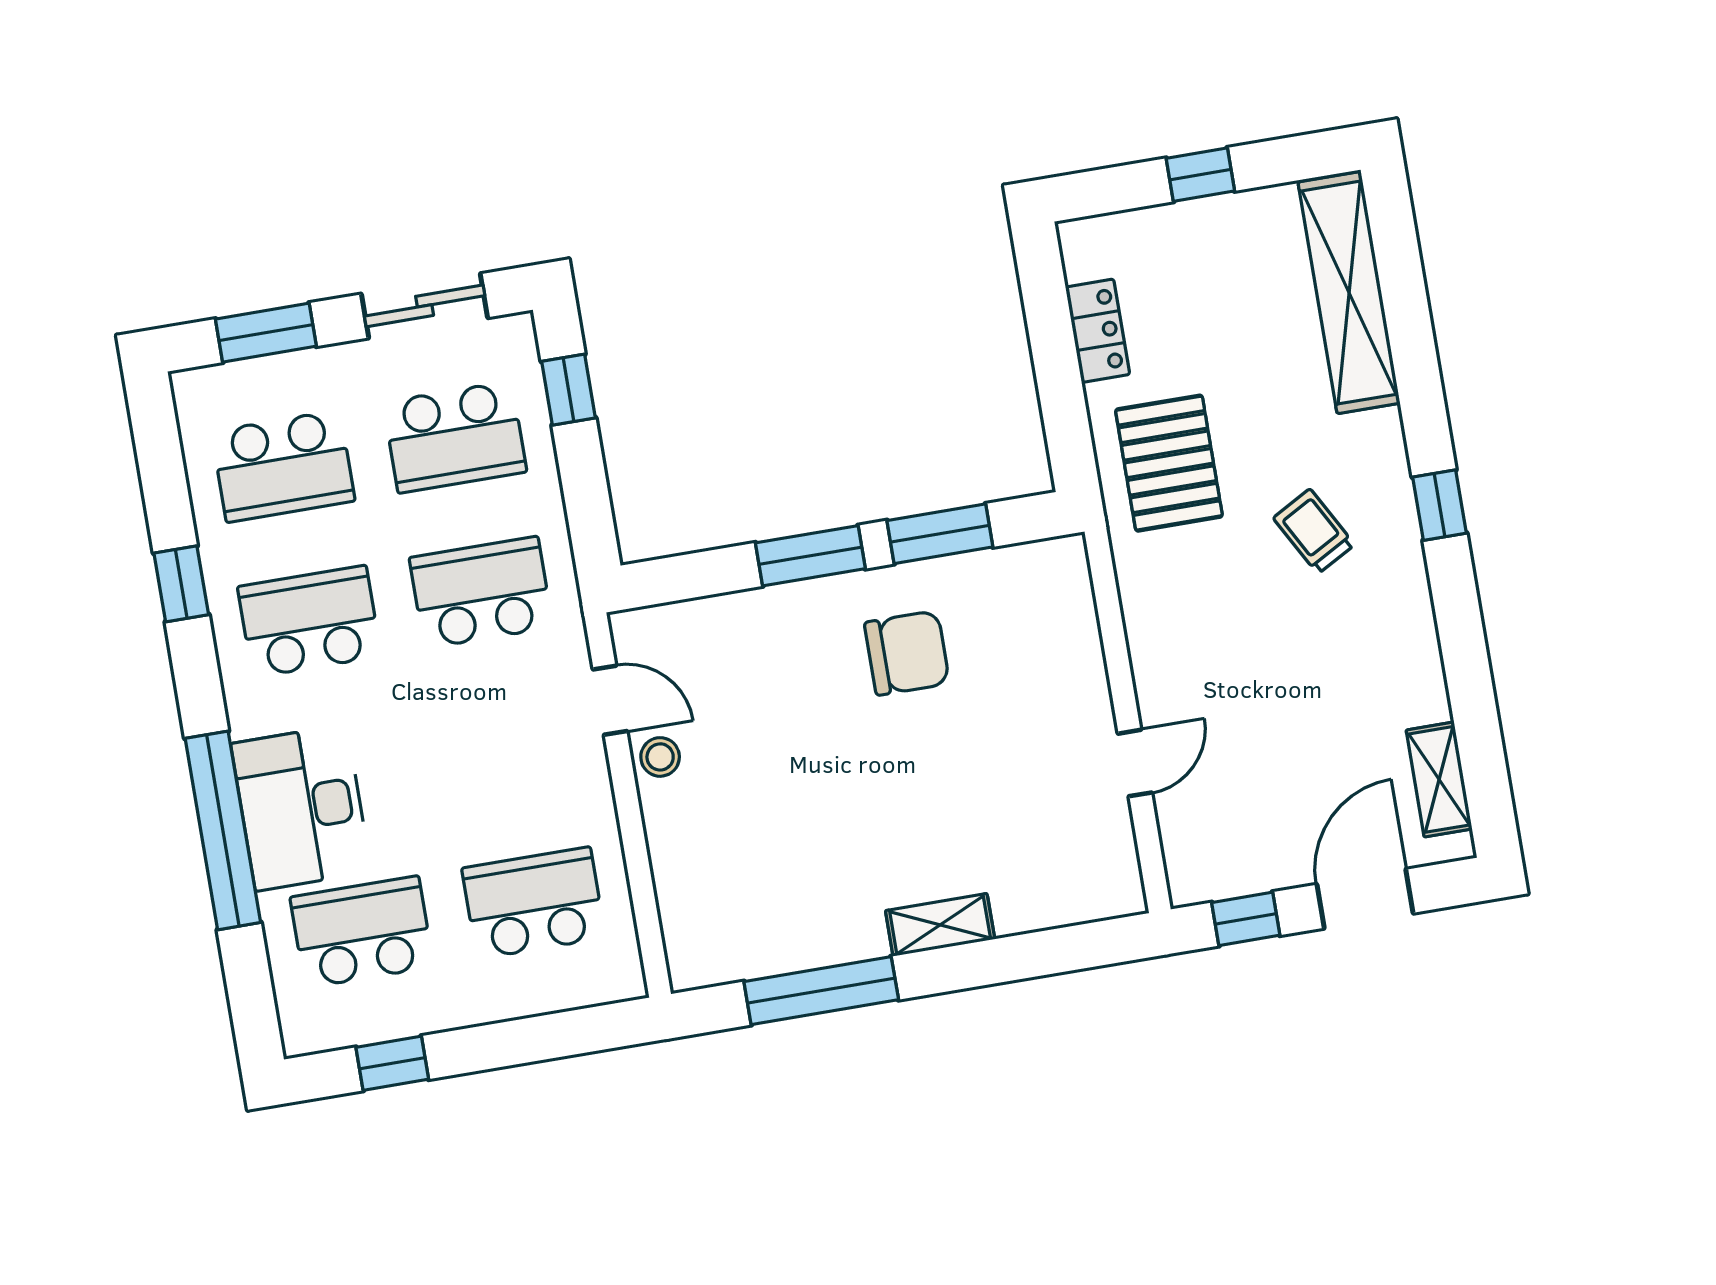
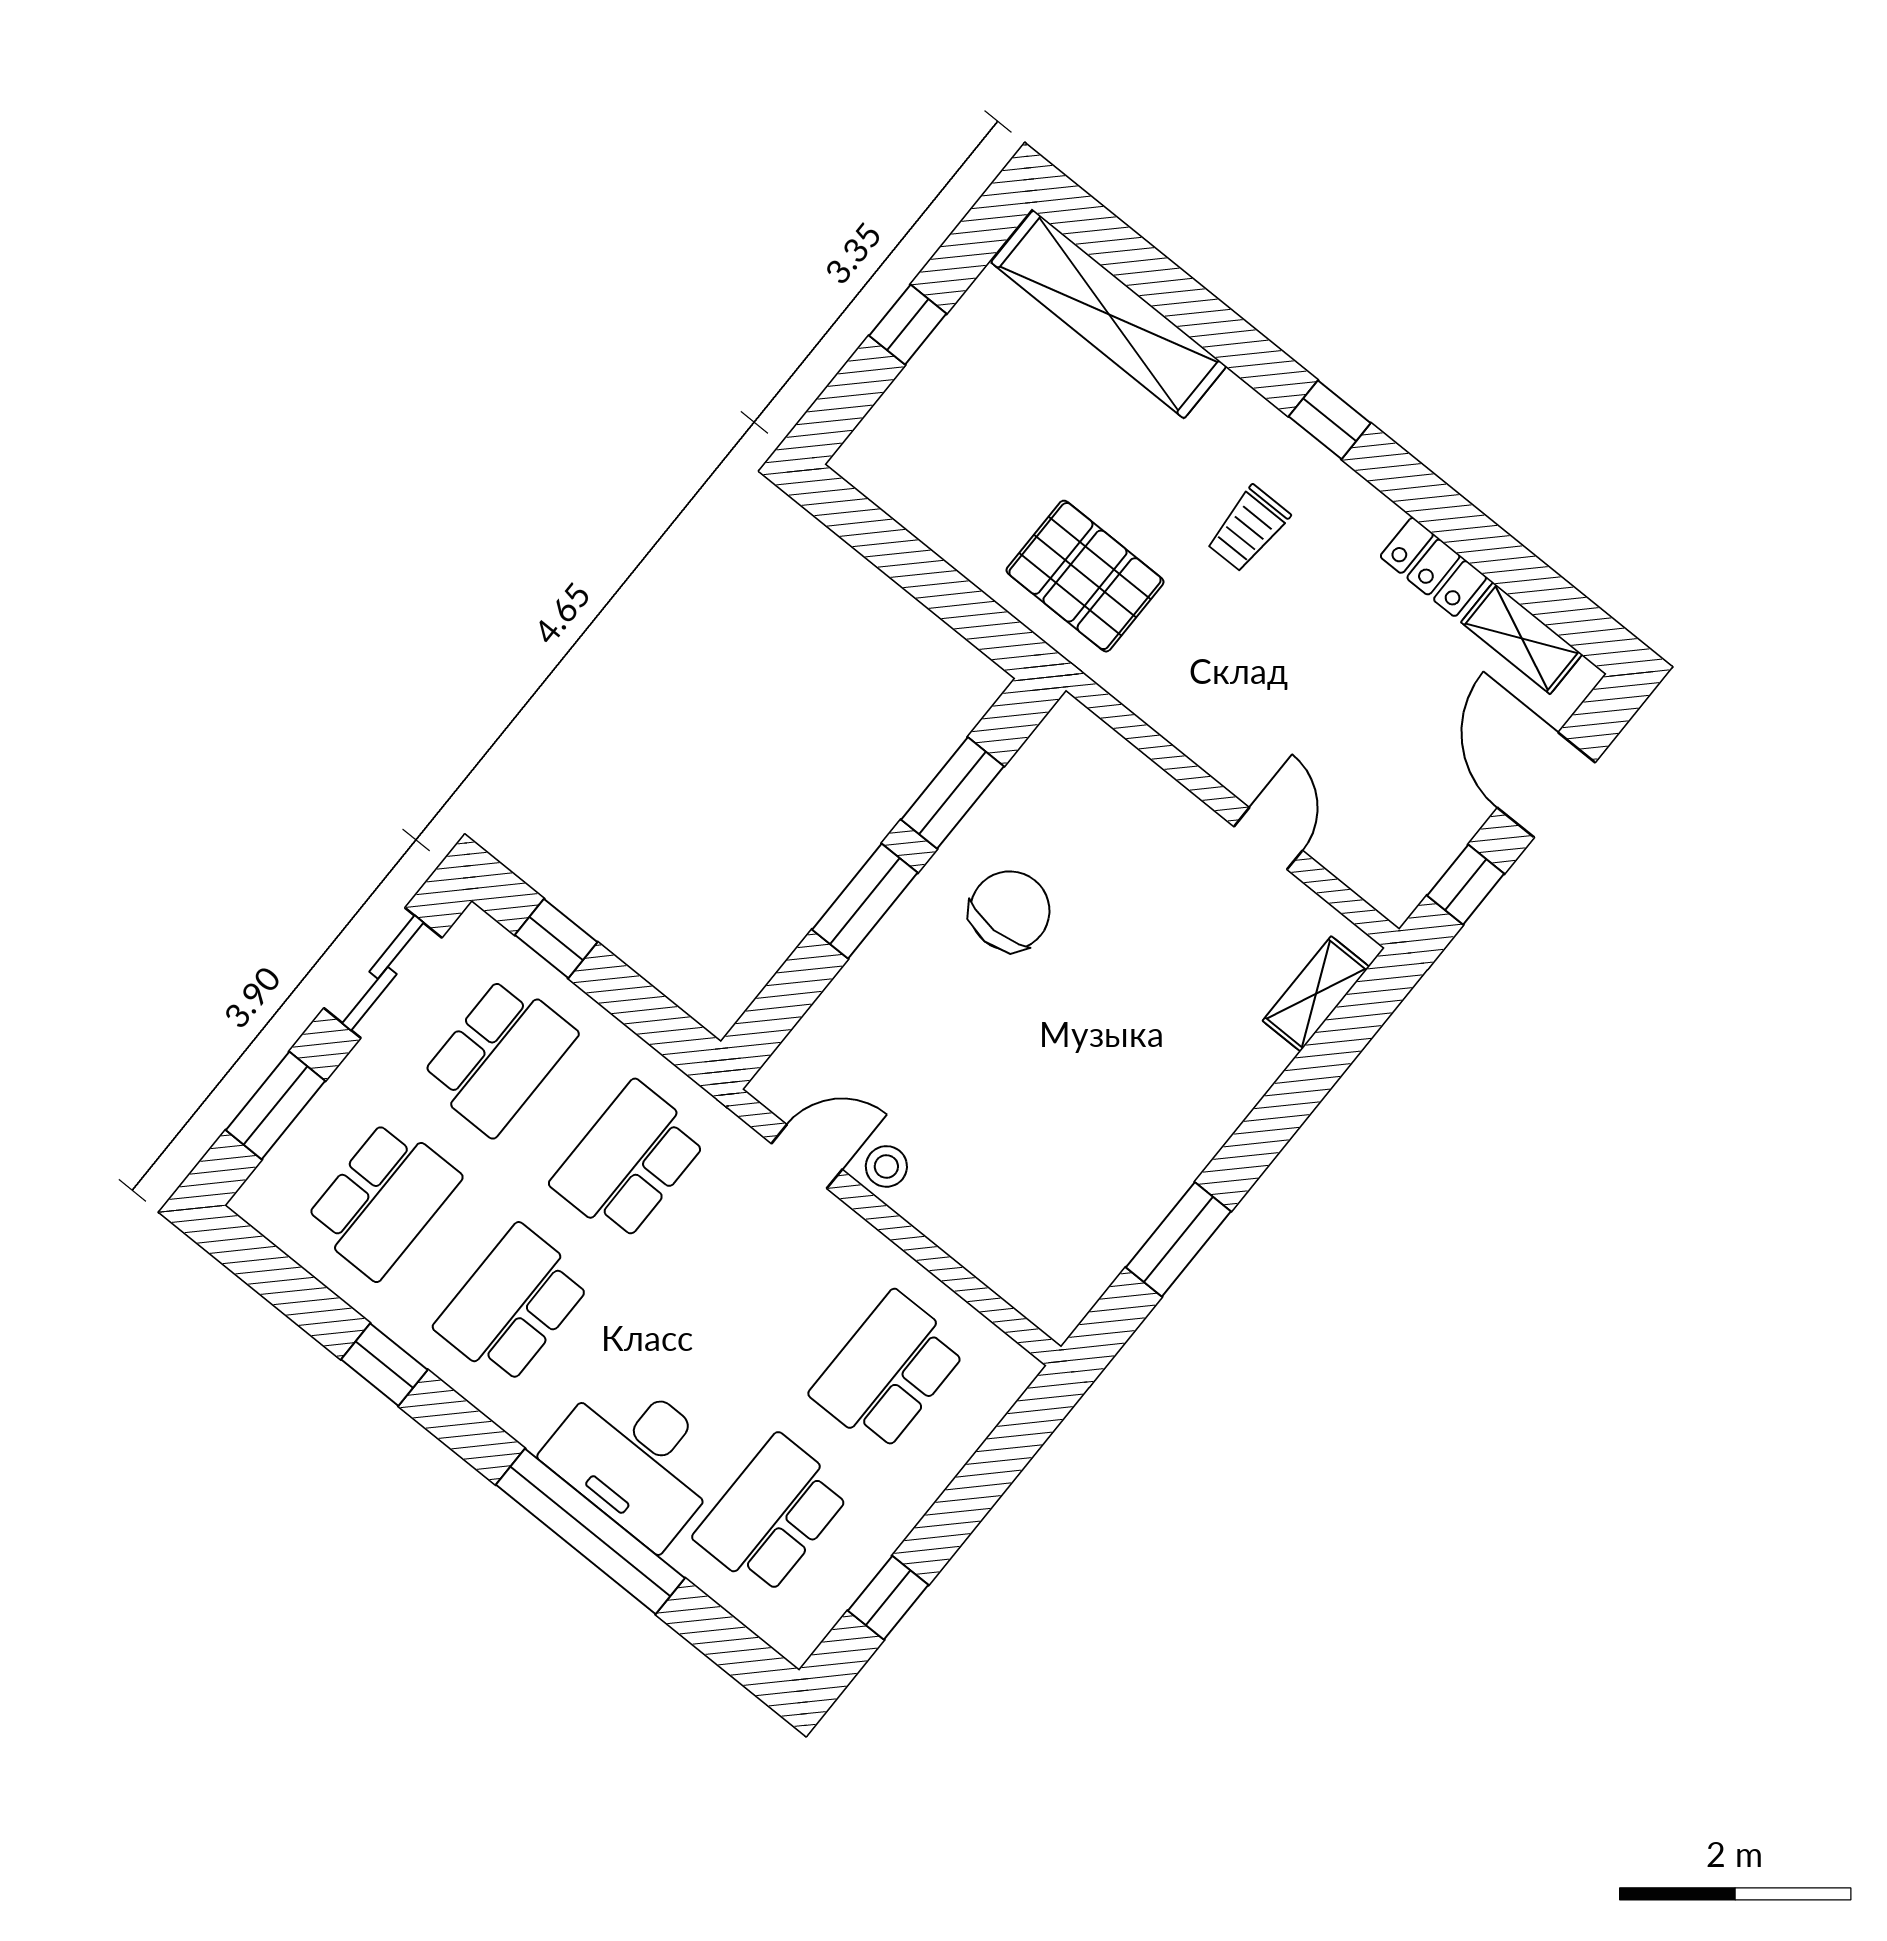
locker: (1098, 331) -> (1433, 567), moved, turned 180
trolley: (1314, 531) -> (1248, 529), turned -61
shelving: (940, 925) -> (1316, 994), moved
window: (821, 991) -> (1178, 1239), width x0.69

